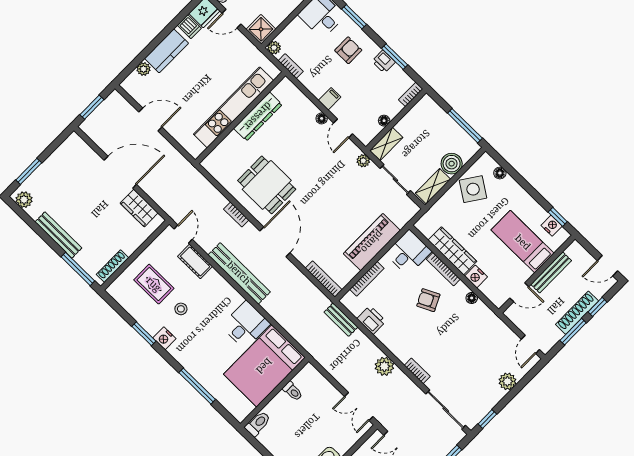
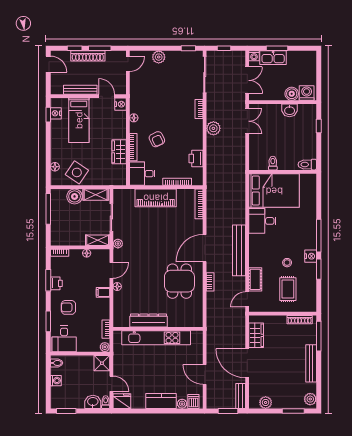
dishwasher: (189, 27) -> (193, 402), moved
plant: (64, 152) -> (266, 402), added
wardrobe: (452, 251) -> (119, 152), width x0.67
nightstand: (476, 276) -> (120, 104), moved
bench: (341, 320) -> (241, 396), moved
window: (197, 386) -> (319, 236), moved

